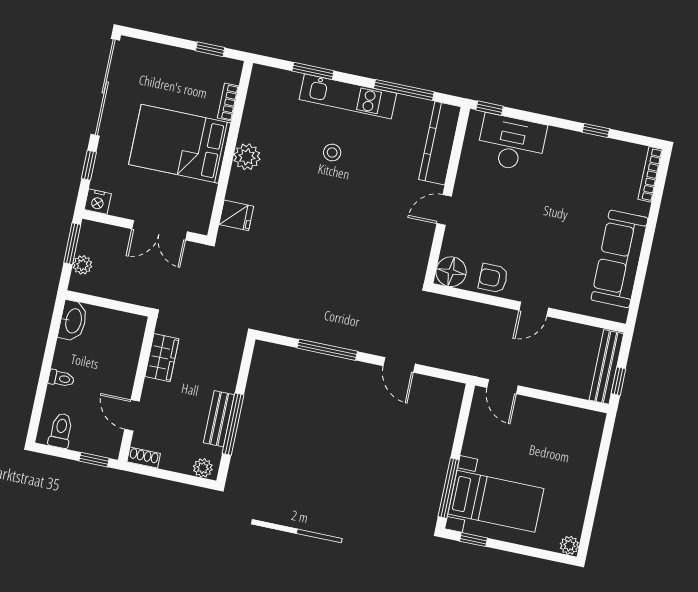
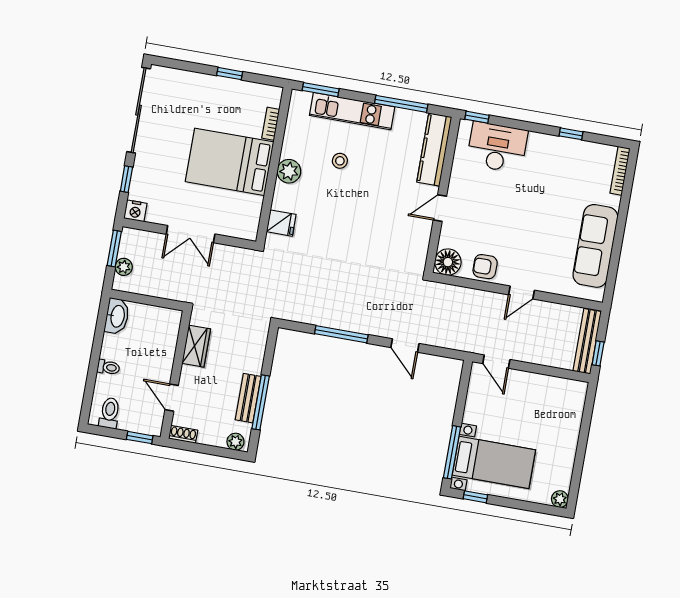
bookcase: (228, 102) -> (271, 124), moved
bed: (180, 144) -> (230, 162), moved
wall: (230, 149) -> (274, 165), moved
plant: (247, 157) -> (289, 171), moved
fridge: (236, 215) -> (281, 223), moved

